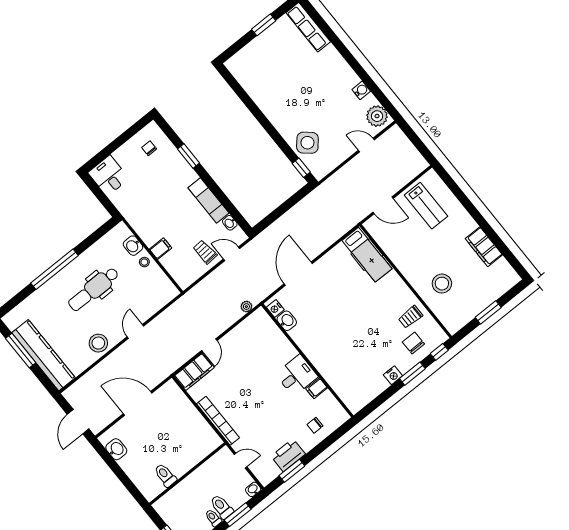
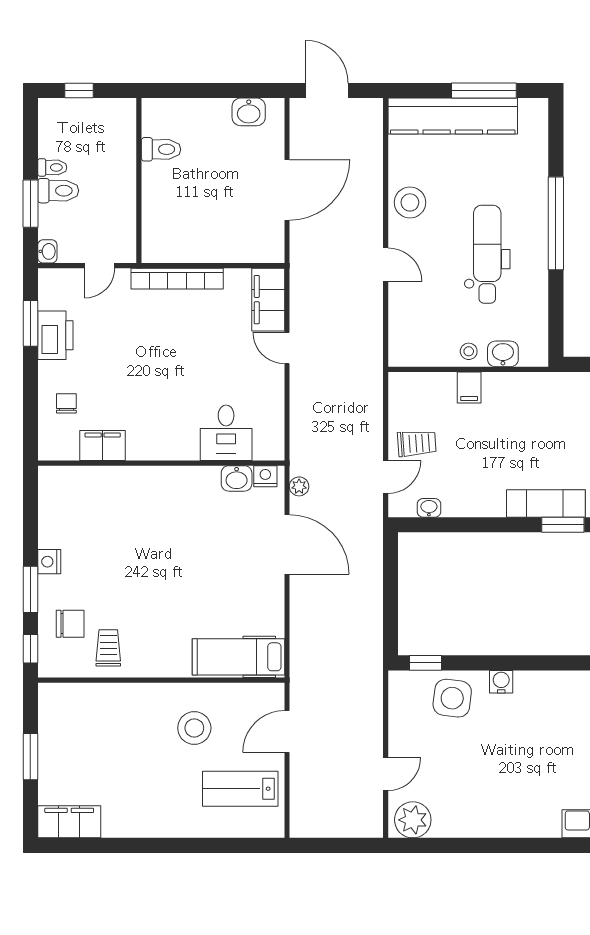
water cooler: (361, 90) -> (501, 682), moved, turned 180
side table: (307, 143) -> (452, 698), turned -34
exam couch: (208, 200) -> (546, 504), moved
filing cabinet: (484, 247) -> (69, 822), moved
stool: (442, 284) -> (194, 728), moved
plant: (246, 307) -> (299, 486), moved
desk: (297, 375) -> (226, 433), moved
filing cabinet: (317, 388) -> (103, 445), width x2.00

